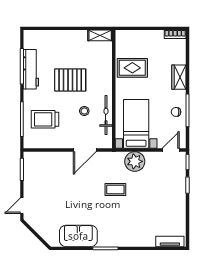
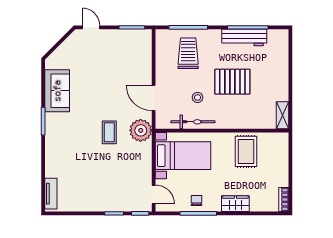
pallet: (70, 80) -> (232, 82), turned 90
plant: (135, 161) -> (141, 130), moved

